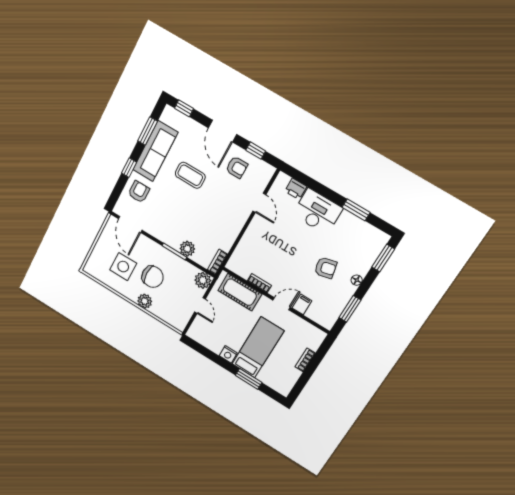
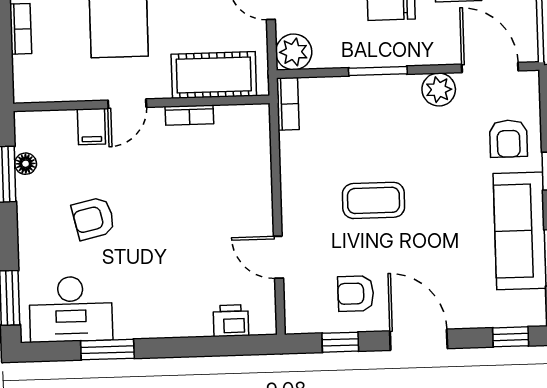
coffee table: (190, 175) -> (374, 200), moved
desk: (317, 211) -> (71, 309), moved
plant: (187, 249) -> (439, 89), moved
floor lamp: (357, 280) -> (26, 164), moved

